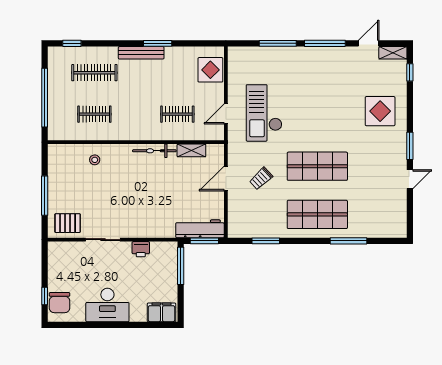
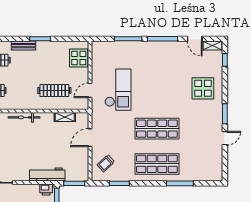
door: (369, 43) -> (195, 39), swing flipped
bench: (141, 53) -> (24, 46), width x0.73
checkout: (264, 113) -> (118, 90), turned 180
clothes rail: (177, 114) -> (54, 90), width x1.36
bicycle: (154, 151) -> (24, 117), moved
trolley: (261, 178) -> (106, 163), moved
workbench: (200, 229) -> (47, 174), moved
printer: (141, 249) -> (46, 189), moved

